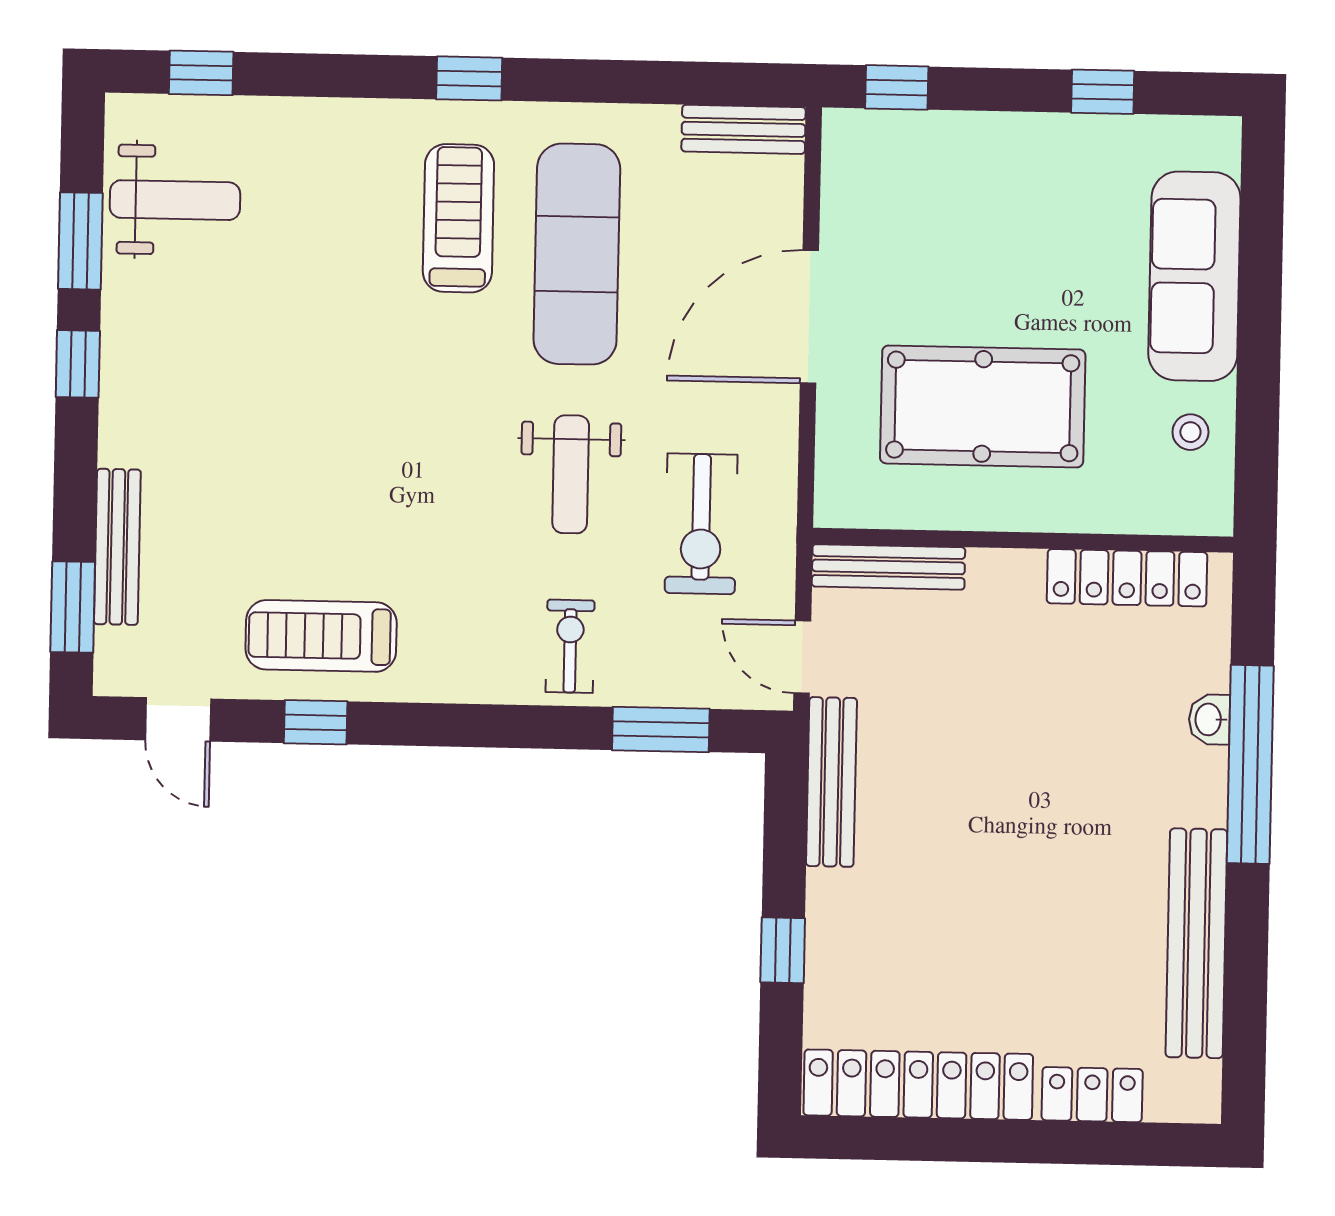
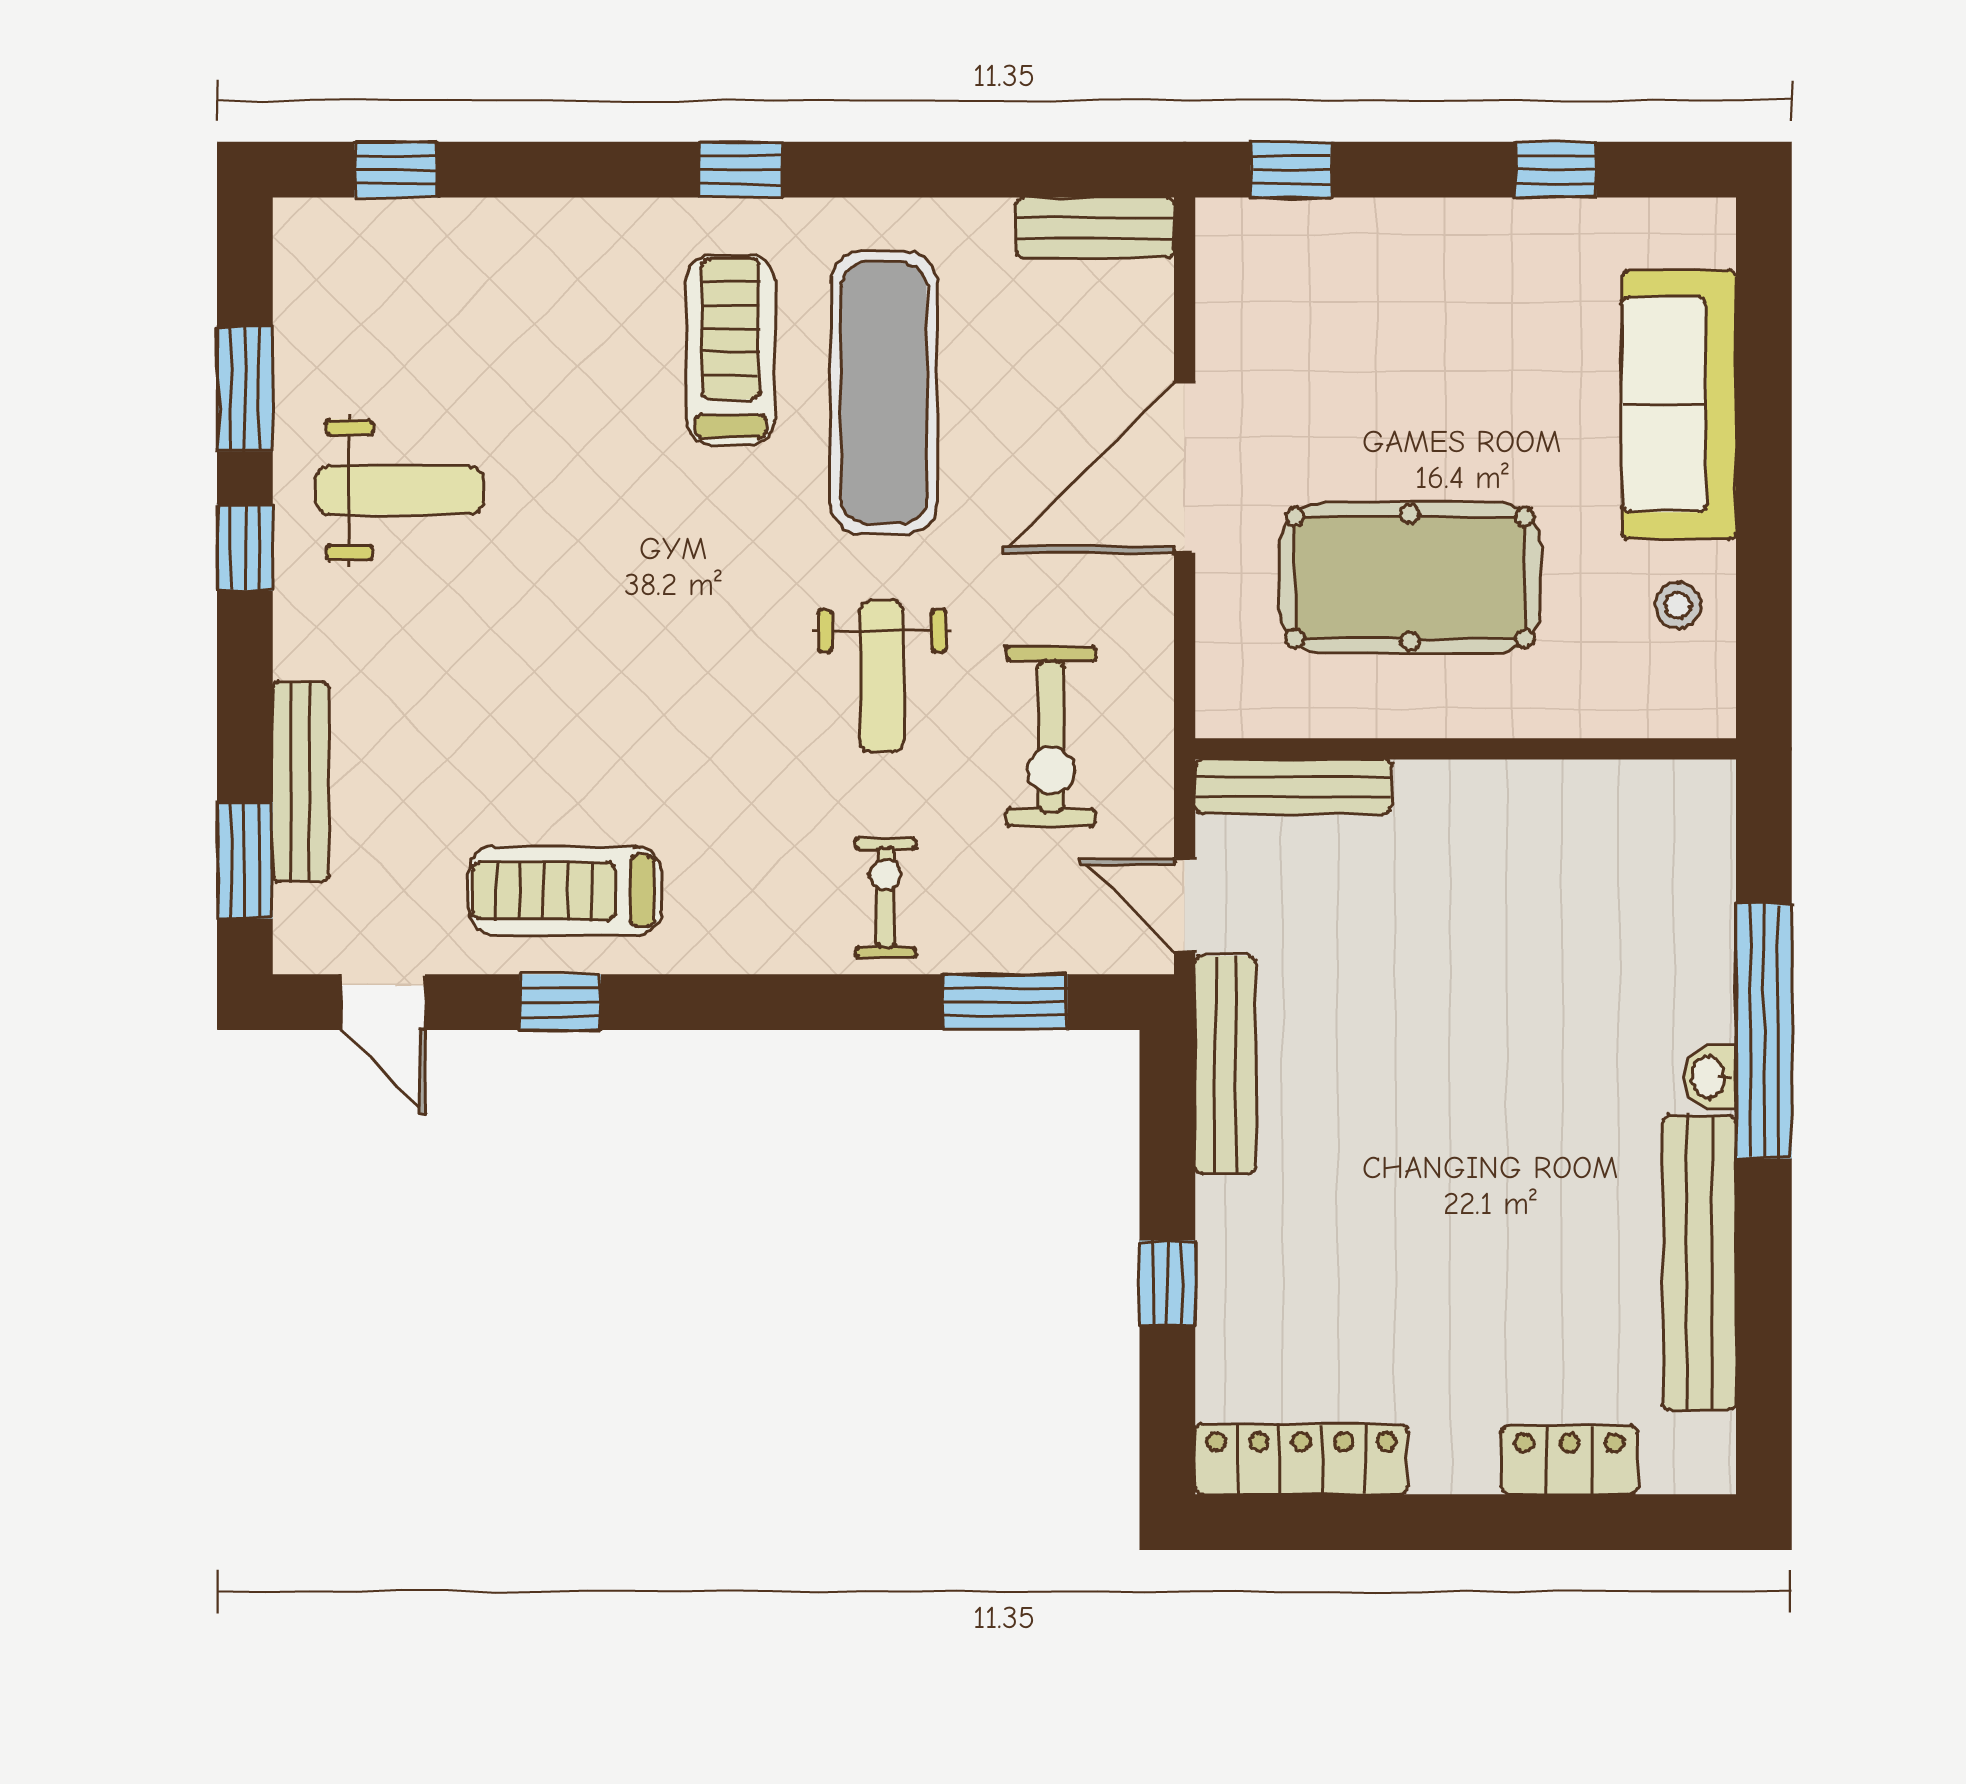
weight bench: (175, 200) -> (400, 490), moved
locker: (1127, 578) -> (1600, 794), removed
washbasin: (1209, 719) -> (1710, 1077), moved
locker: (918, 1085) -> (1301, 1459), width x0.71, depth x0.83

